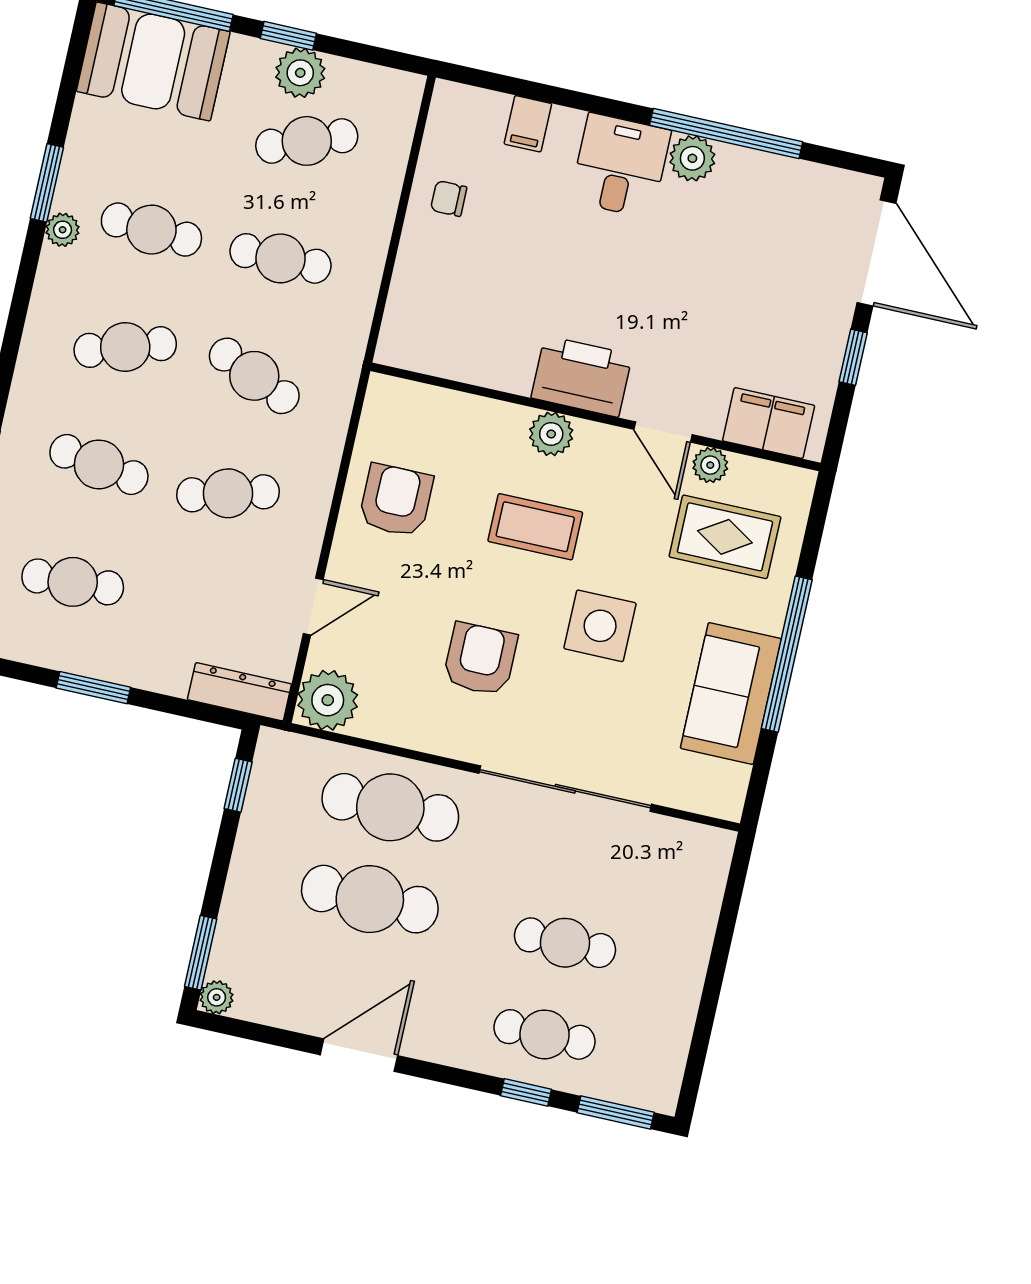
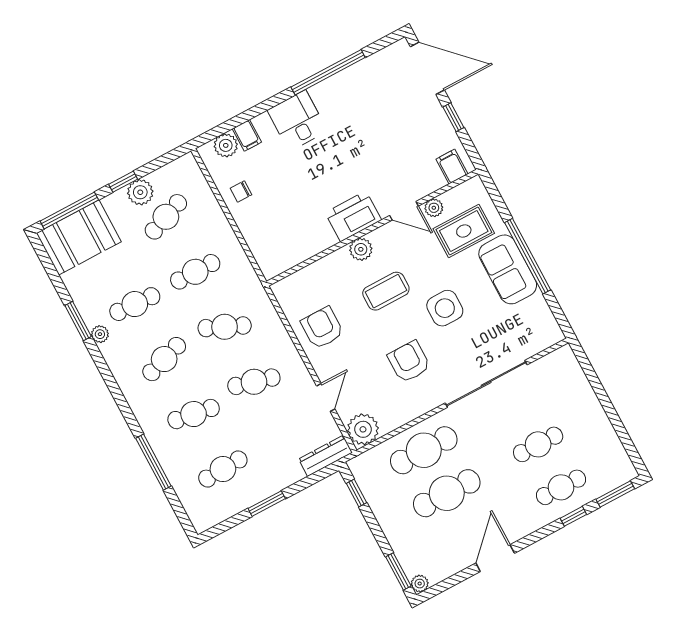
plant: (692, 158) -> (226, 145), moved
filing cabinet: (769, 423) -> (452, 167), width x0.50
cafe table: (228, 493) -> (254, 382), turned 30
sofa: (731, 693) -> (508, 269), moved

